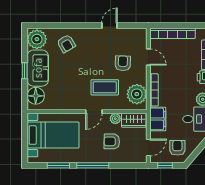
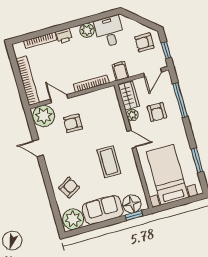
door: (148, 57) -> (59, 99), hinge flipped
window: (25, 71) -> (134, 216), moved
coffee table: (105, 87) -> (109, 162), moved
plant: (137, 94) -> (44, 116), moved
filing cabinet: (158, 119) -> (120, 71), width x0.50
door: (148, 147) -> (153, 73), swing flipped
window: (93, 165) -> (180, 100), moved

